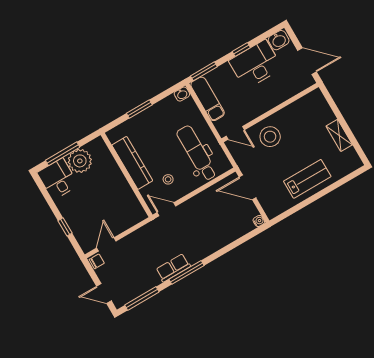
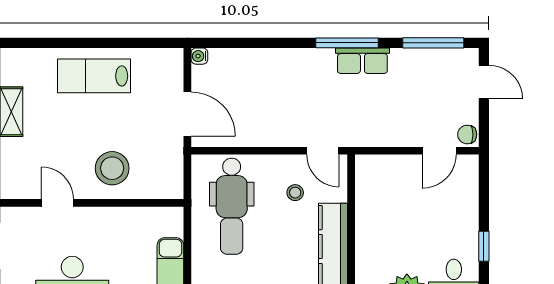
door: (235, 133) -> (57, 203), moved
window: (65, 227) -> (484, 246), moved

